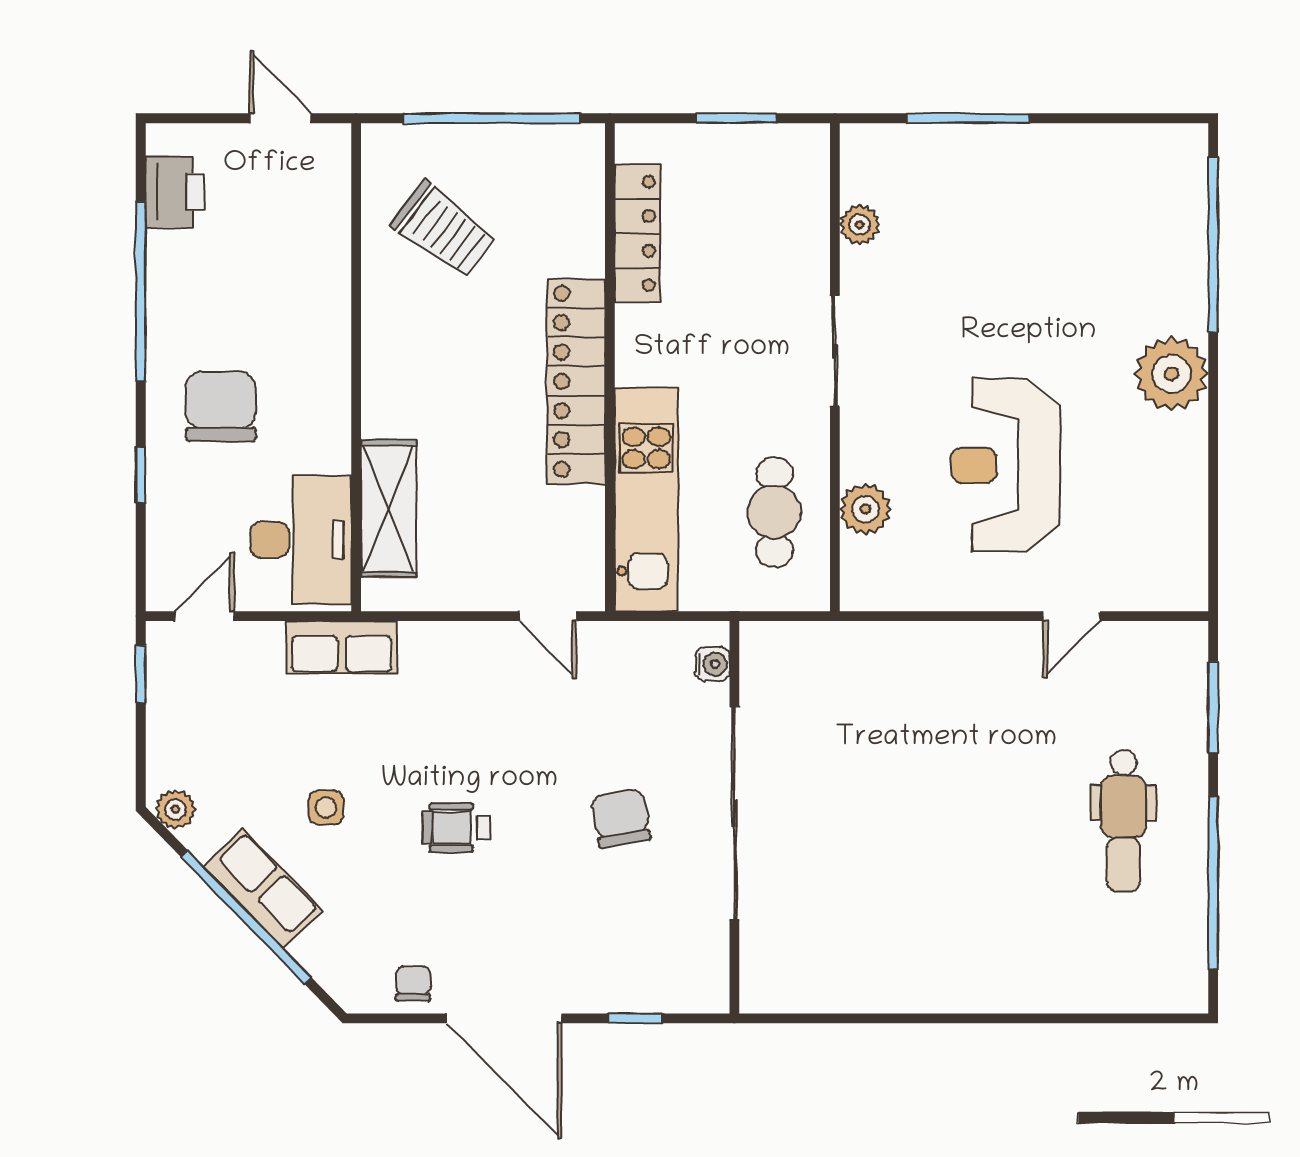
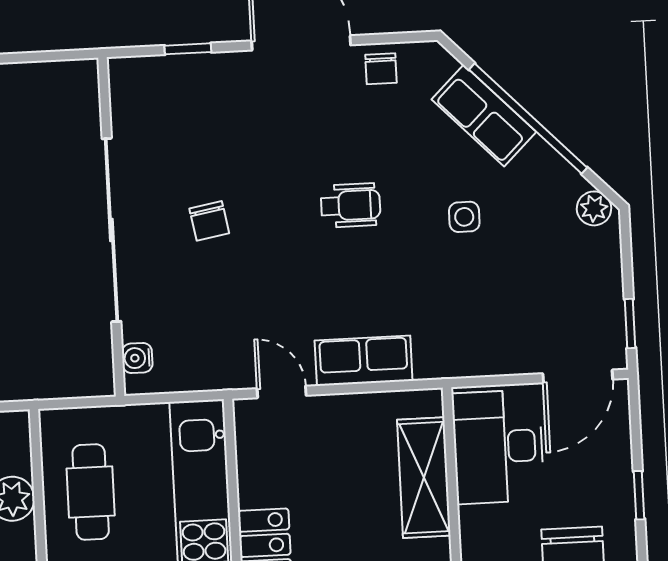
door: (204, 616) -> (578, 376), width x1.38
row of seats: (342, 647) -> (364, 361), moved
chair: (621, 818) -> (209, 221), width x0.73, depth x0.73
row of seats: (263, 888) -> (484, 116), moved

